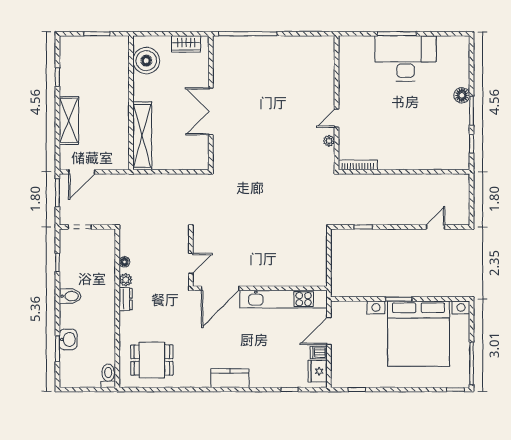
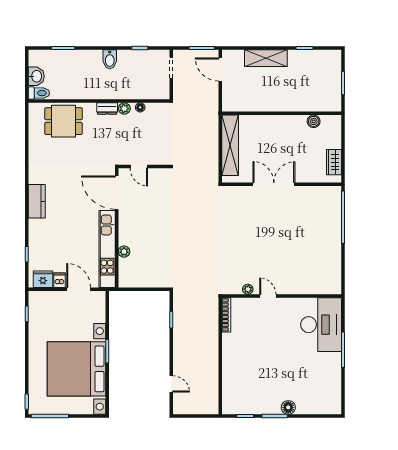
desk: (406, 58) -> (321, 325), moved
boiler: (146, 61) -> (314, 121), width x0.54, depth x0.54
shelving: (142, 136) -> (230, 145), moved, turned 90
plant: (287, 280) -> (124, 252), added
washbasin: (68, 339) -> (36, 76), moved, turned -90
dining table: (152, 360) -> (64, 121), moved, turned 90

